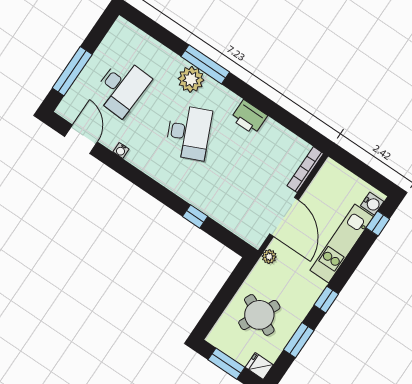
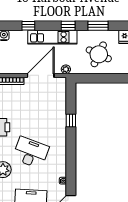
desk: (189, 133) -> (31, 153), turned 45
window: (378, 223) -> (28, 26), moved
kitchen unit: (342, 244) -> (52, 37), moved

